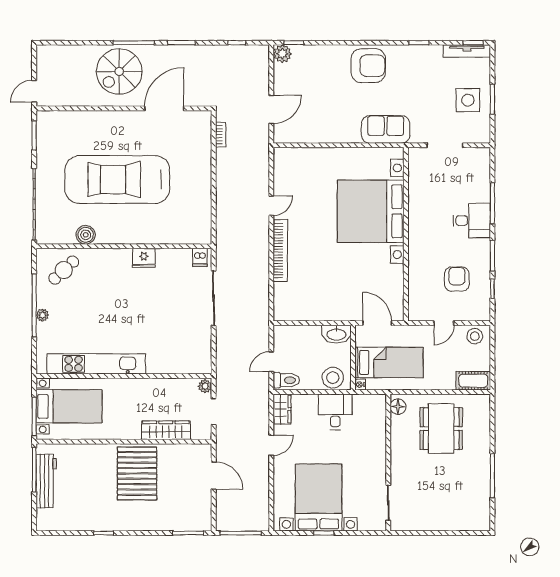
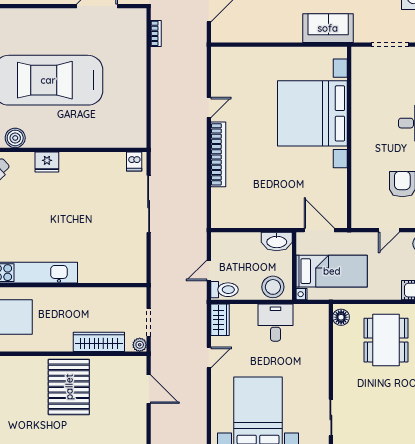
fridge: (144, 258) -> (47, 162), moved
plant: (205, 386) -> (140, 345), moved

